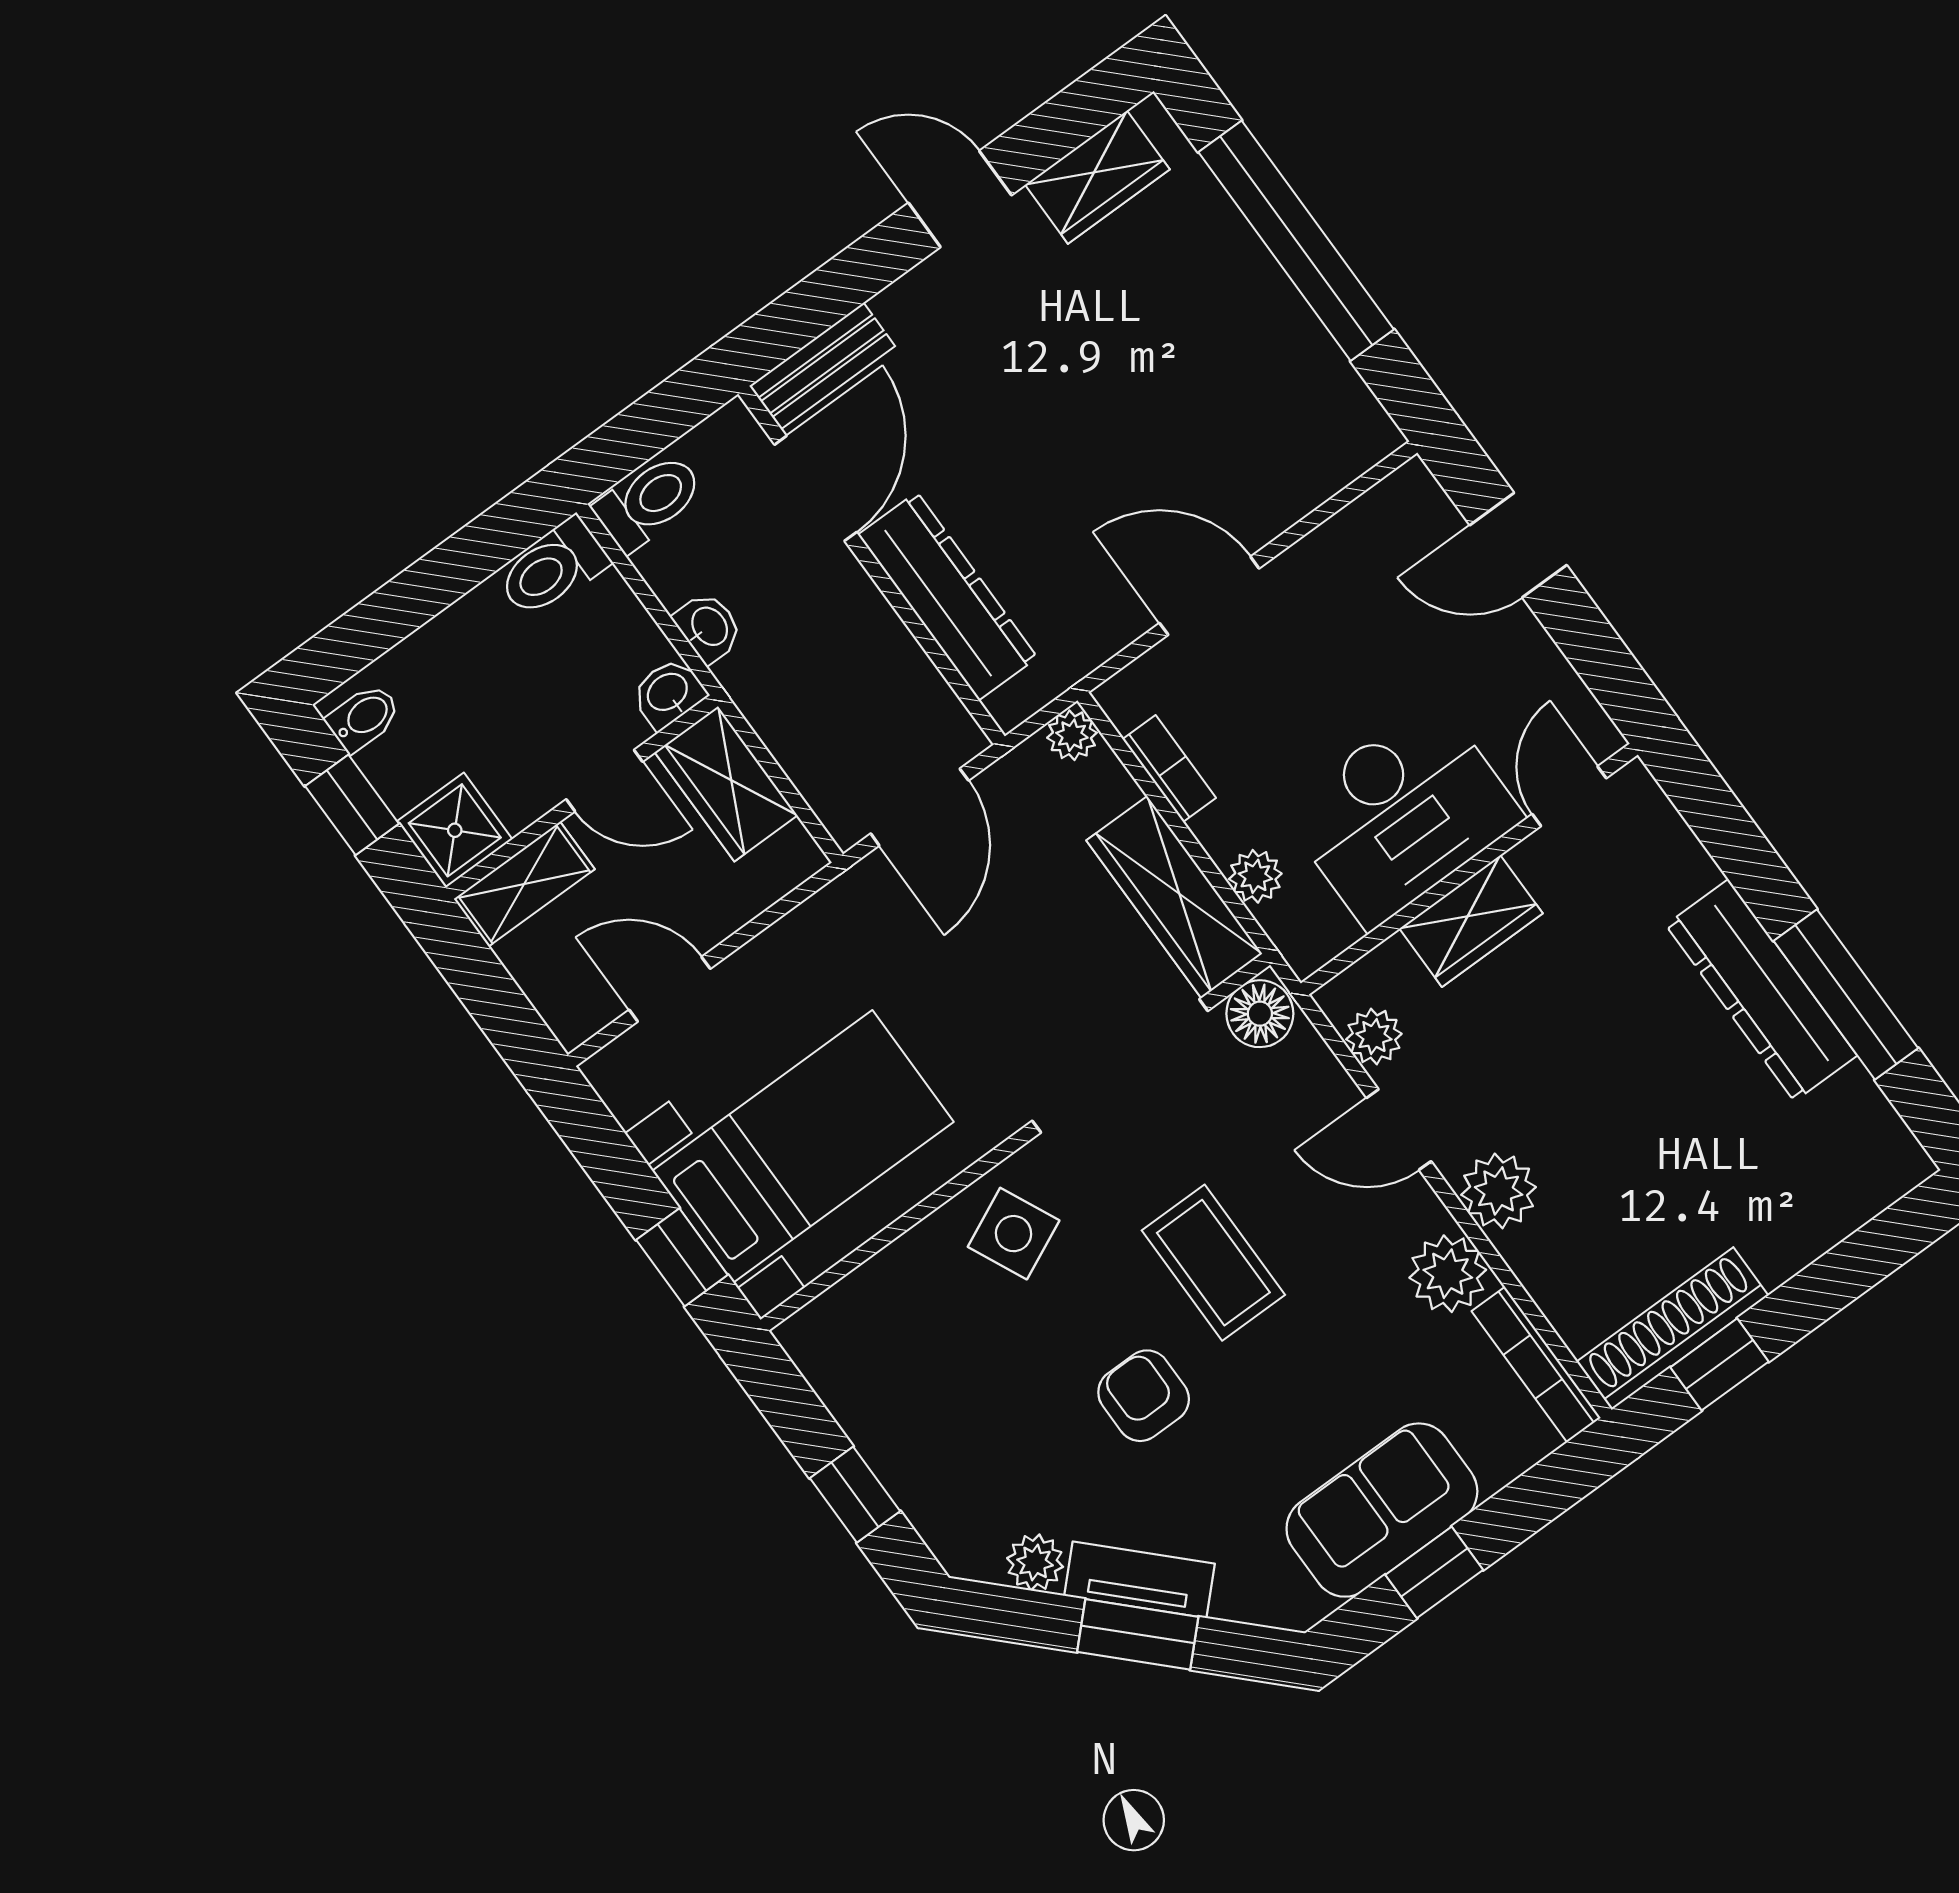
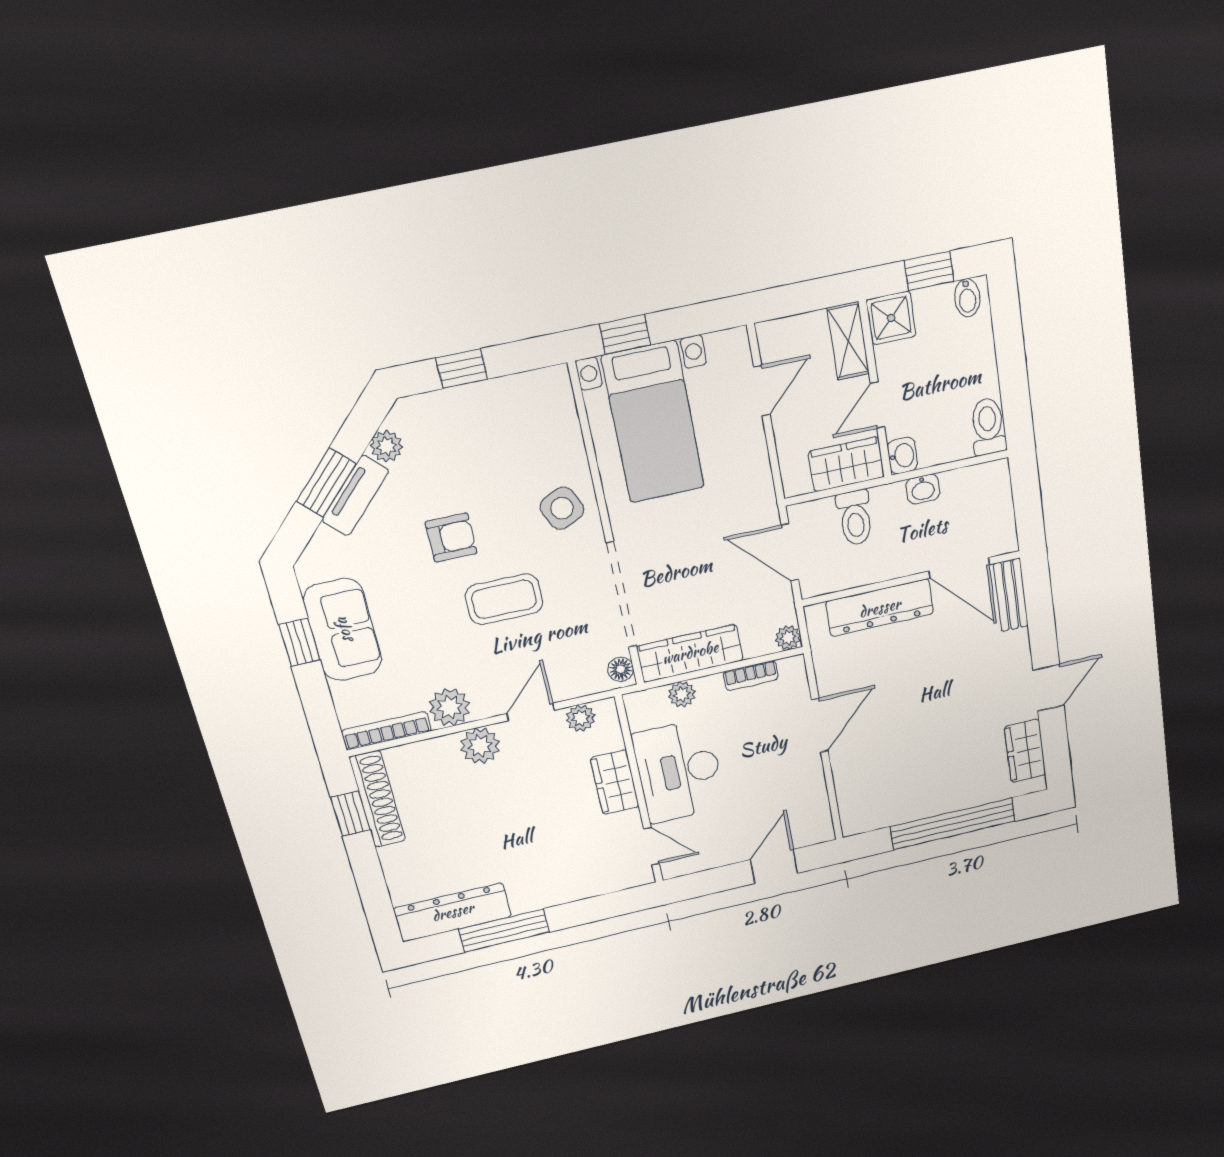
toilet: (649, 502) -> (855, 518), moved
dresser: (1761, 990) -> (453, 912), moved
floor lamp: (1260, 1014) -> (621, 669), width x0.73, depth x0.73

